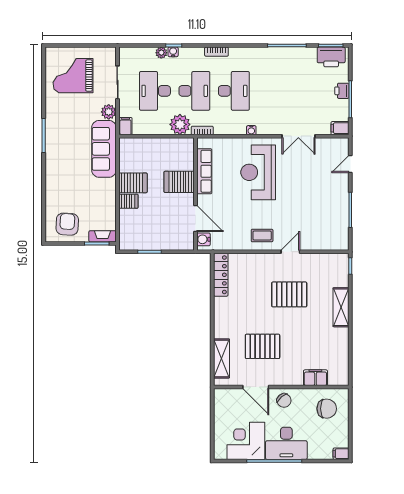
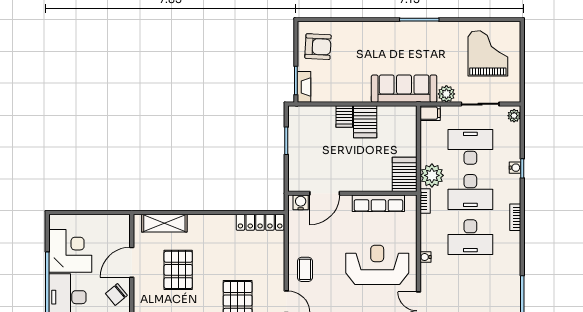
plant: (161, 53) -> (514, 116), moved
server rack: (179, 182) -> (405, 174), moved

